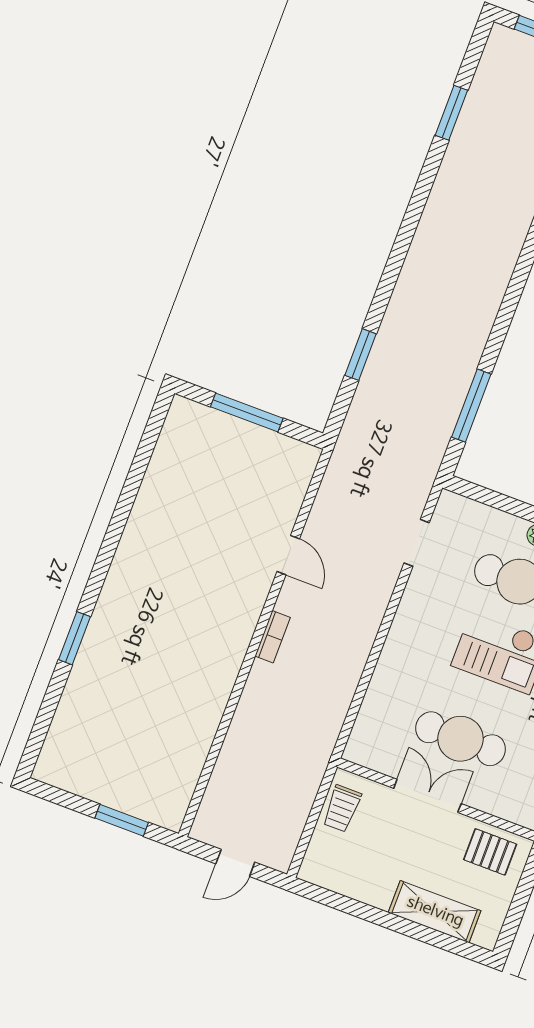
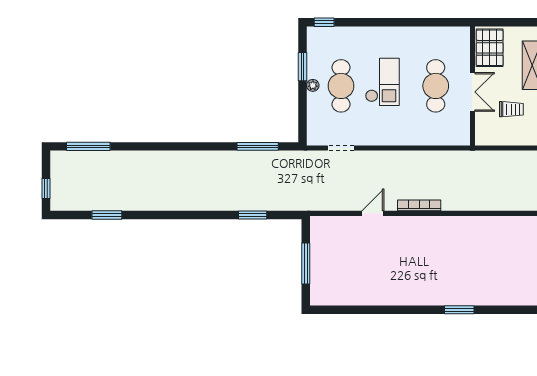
bookcase: (273, 637) -> (419, 205), width x1.56
double door: (427, 796) -> (472, 92), swing flipped
trolley: (342, 808) -> (511, 109), moved
pallet: (490, 852) -> (490, 48), width x1.50, depth x1.42

